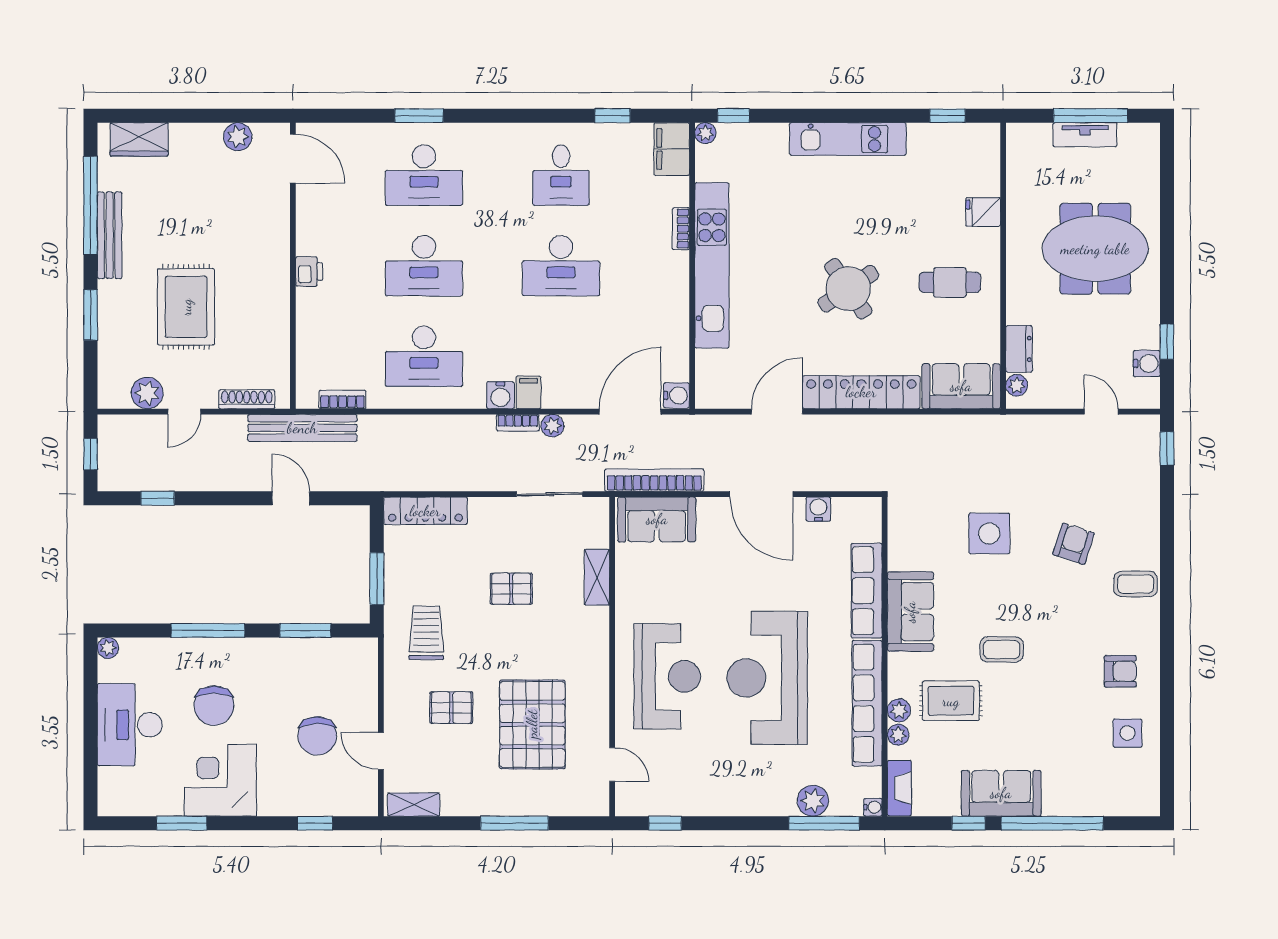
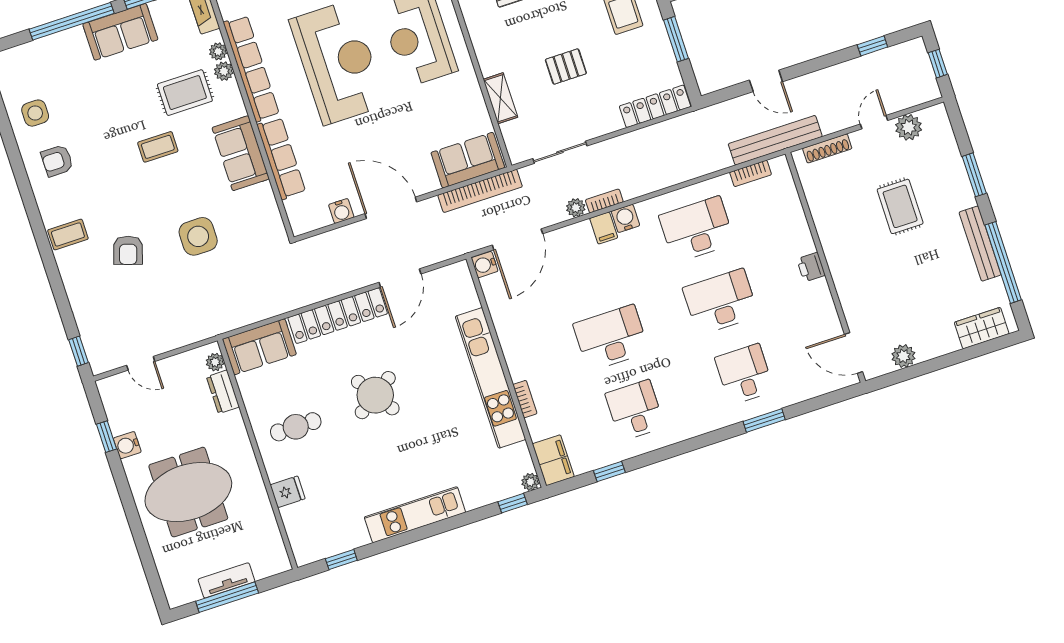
desk: (424, 175) -> (744, 374), width x0.73
rug: (186, 307) -> (900, 206), width x0.73, depth x0.70
water cooler: (1147, 363) -> (127, 445), moved

